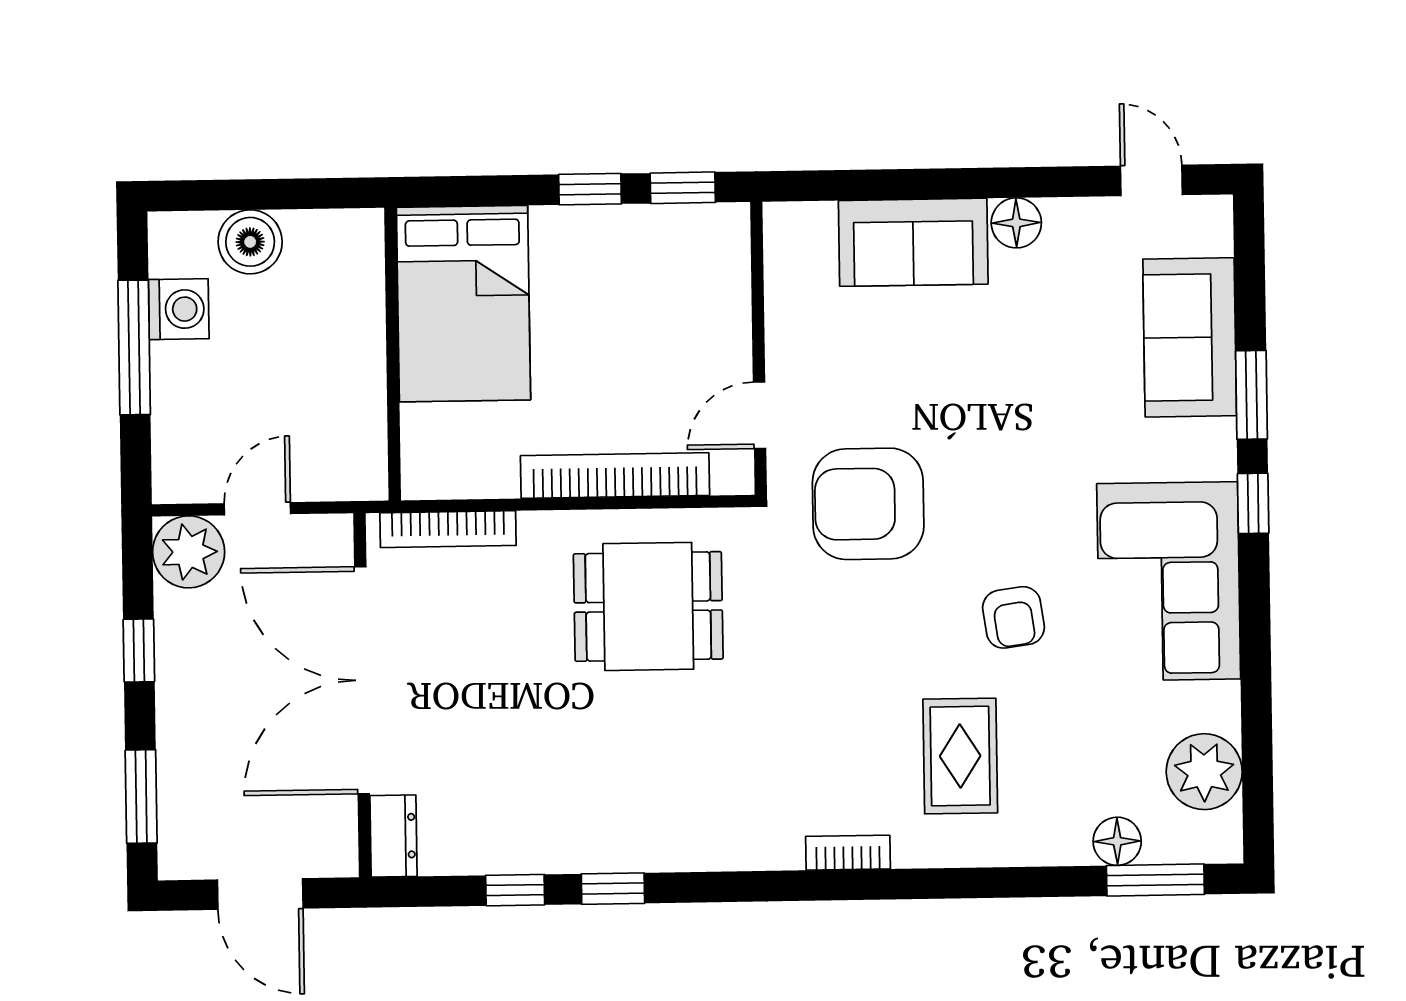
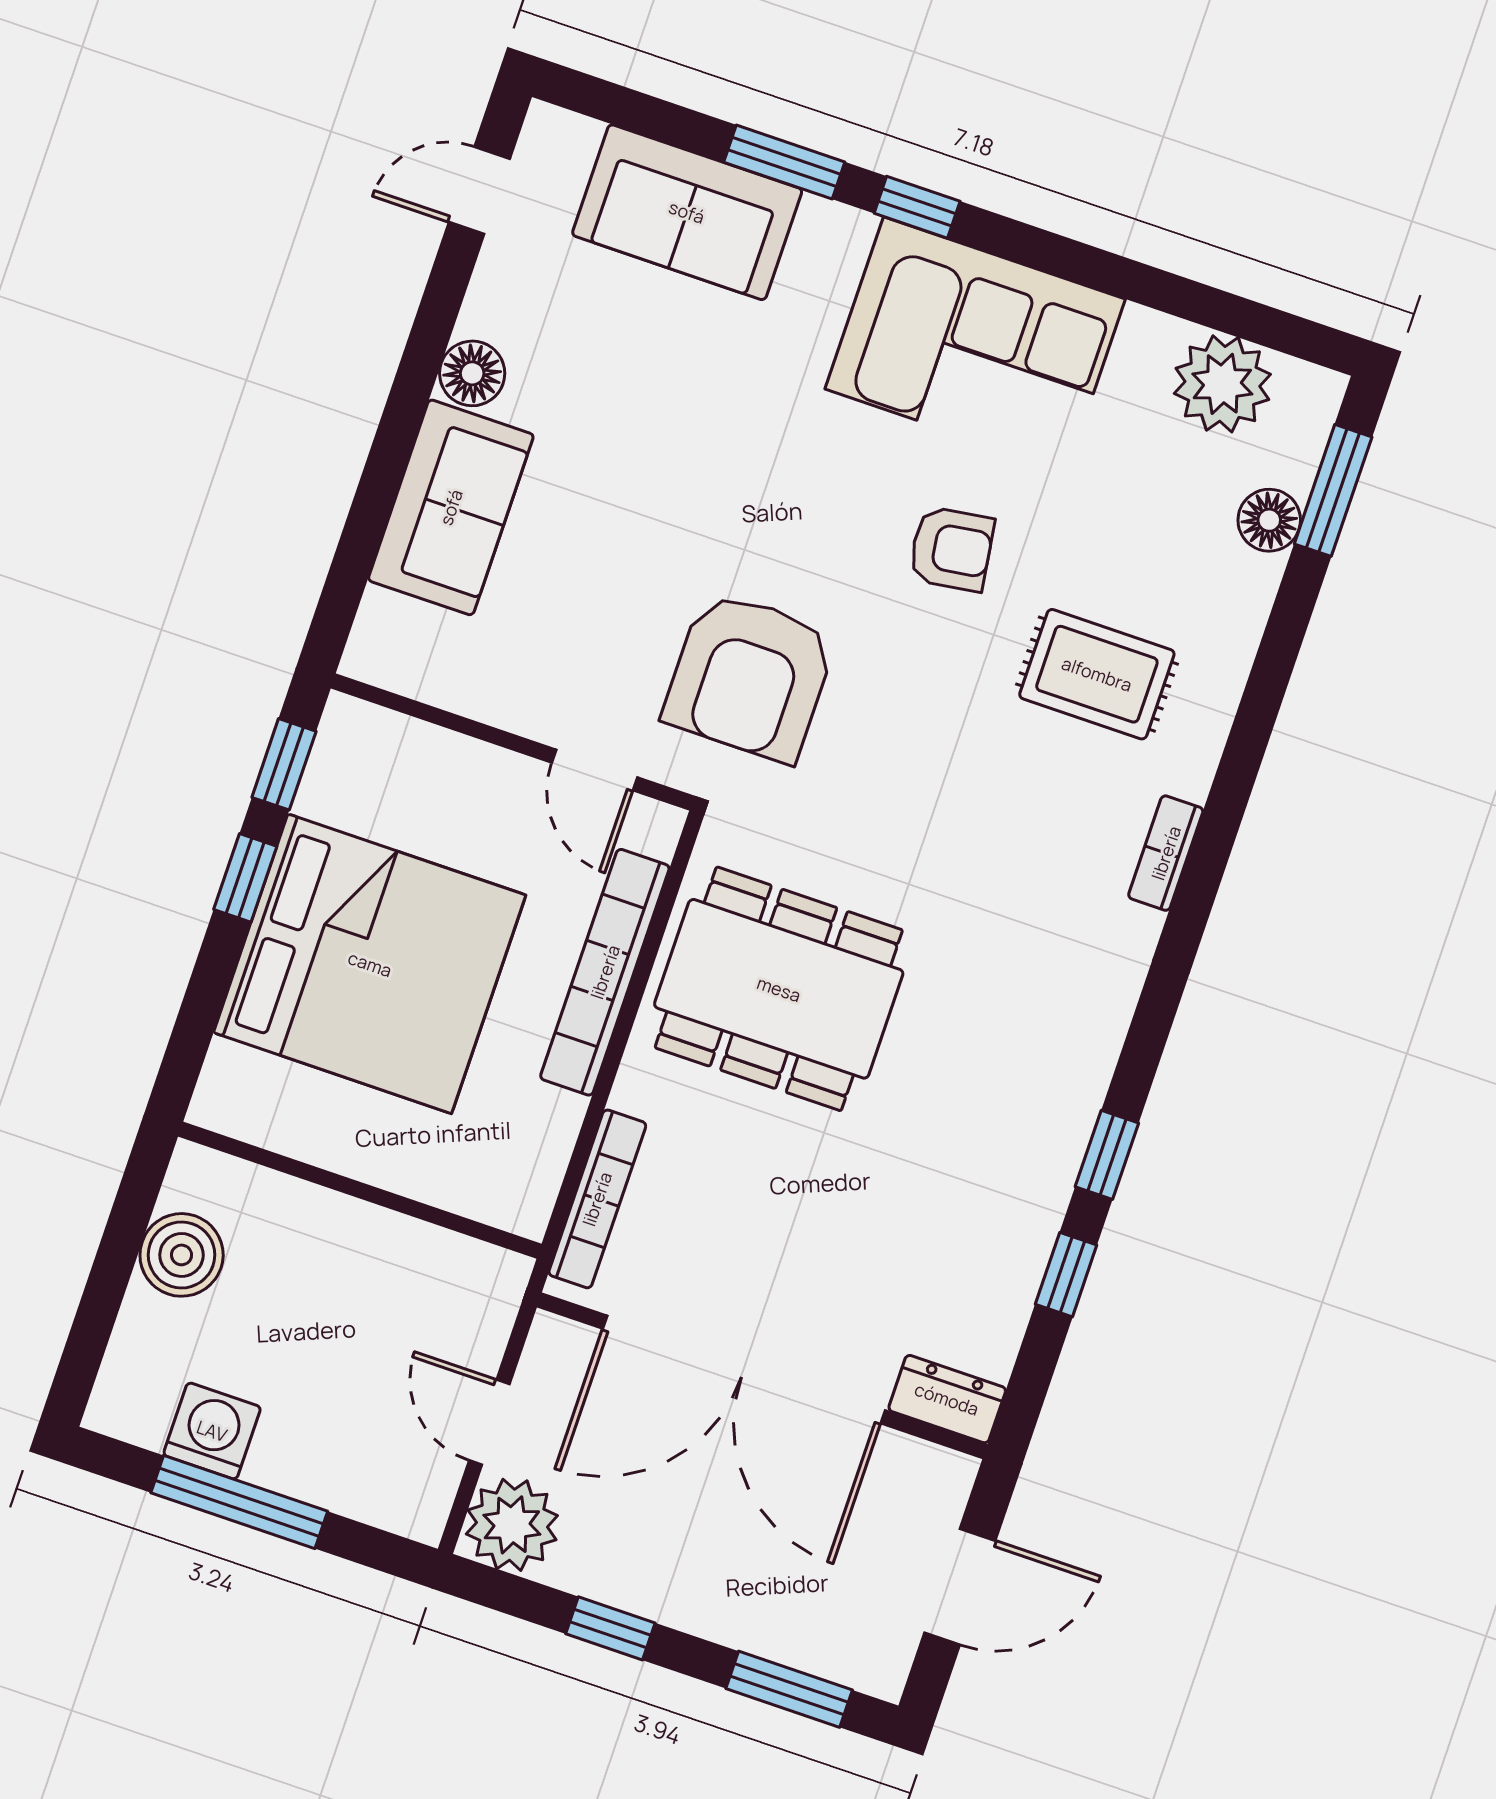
boiler: (250, 242) -> (182, 1255), moved
bed: (463, 304) -> (370, 964), moved, width x1.36
dining table: (648, 606) -> (779, 989), width x1.38

